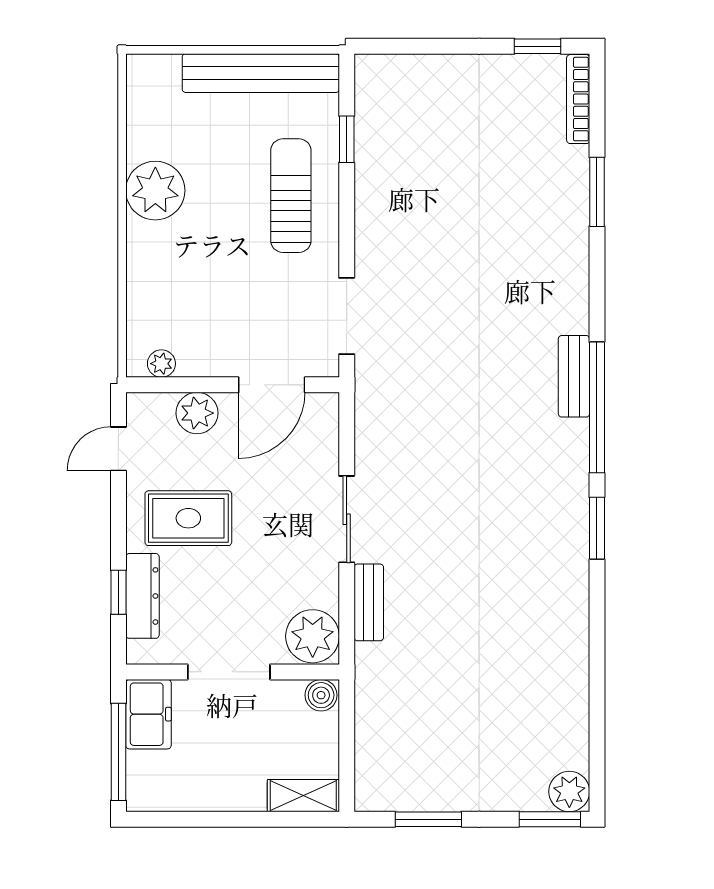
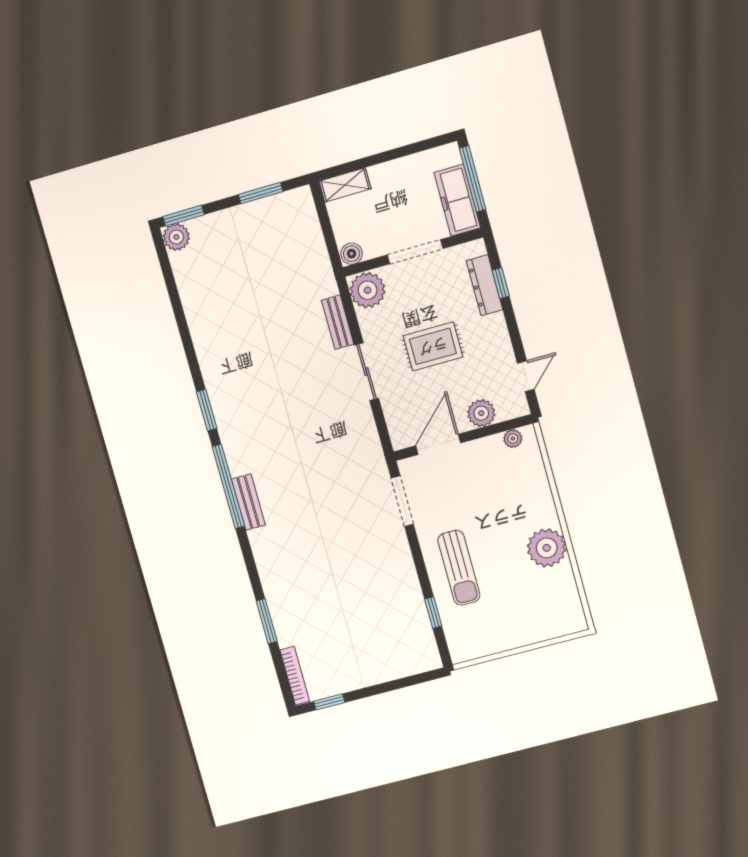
bench: (261, 73) -> (499, 640), removed
rug: (188, 518) -> (433, 346), moved
freezer: (148, 714) -> (457, 200), width x1.40

